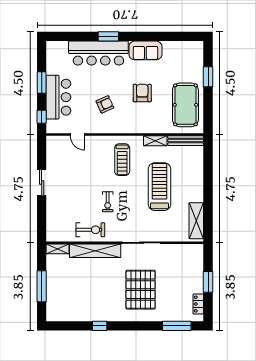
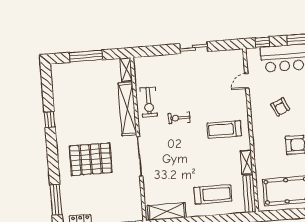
treadmill: (159, 187) -> (213, 194), moved, width x0.73, depth x0.73

